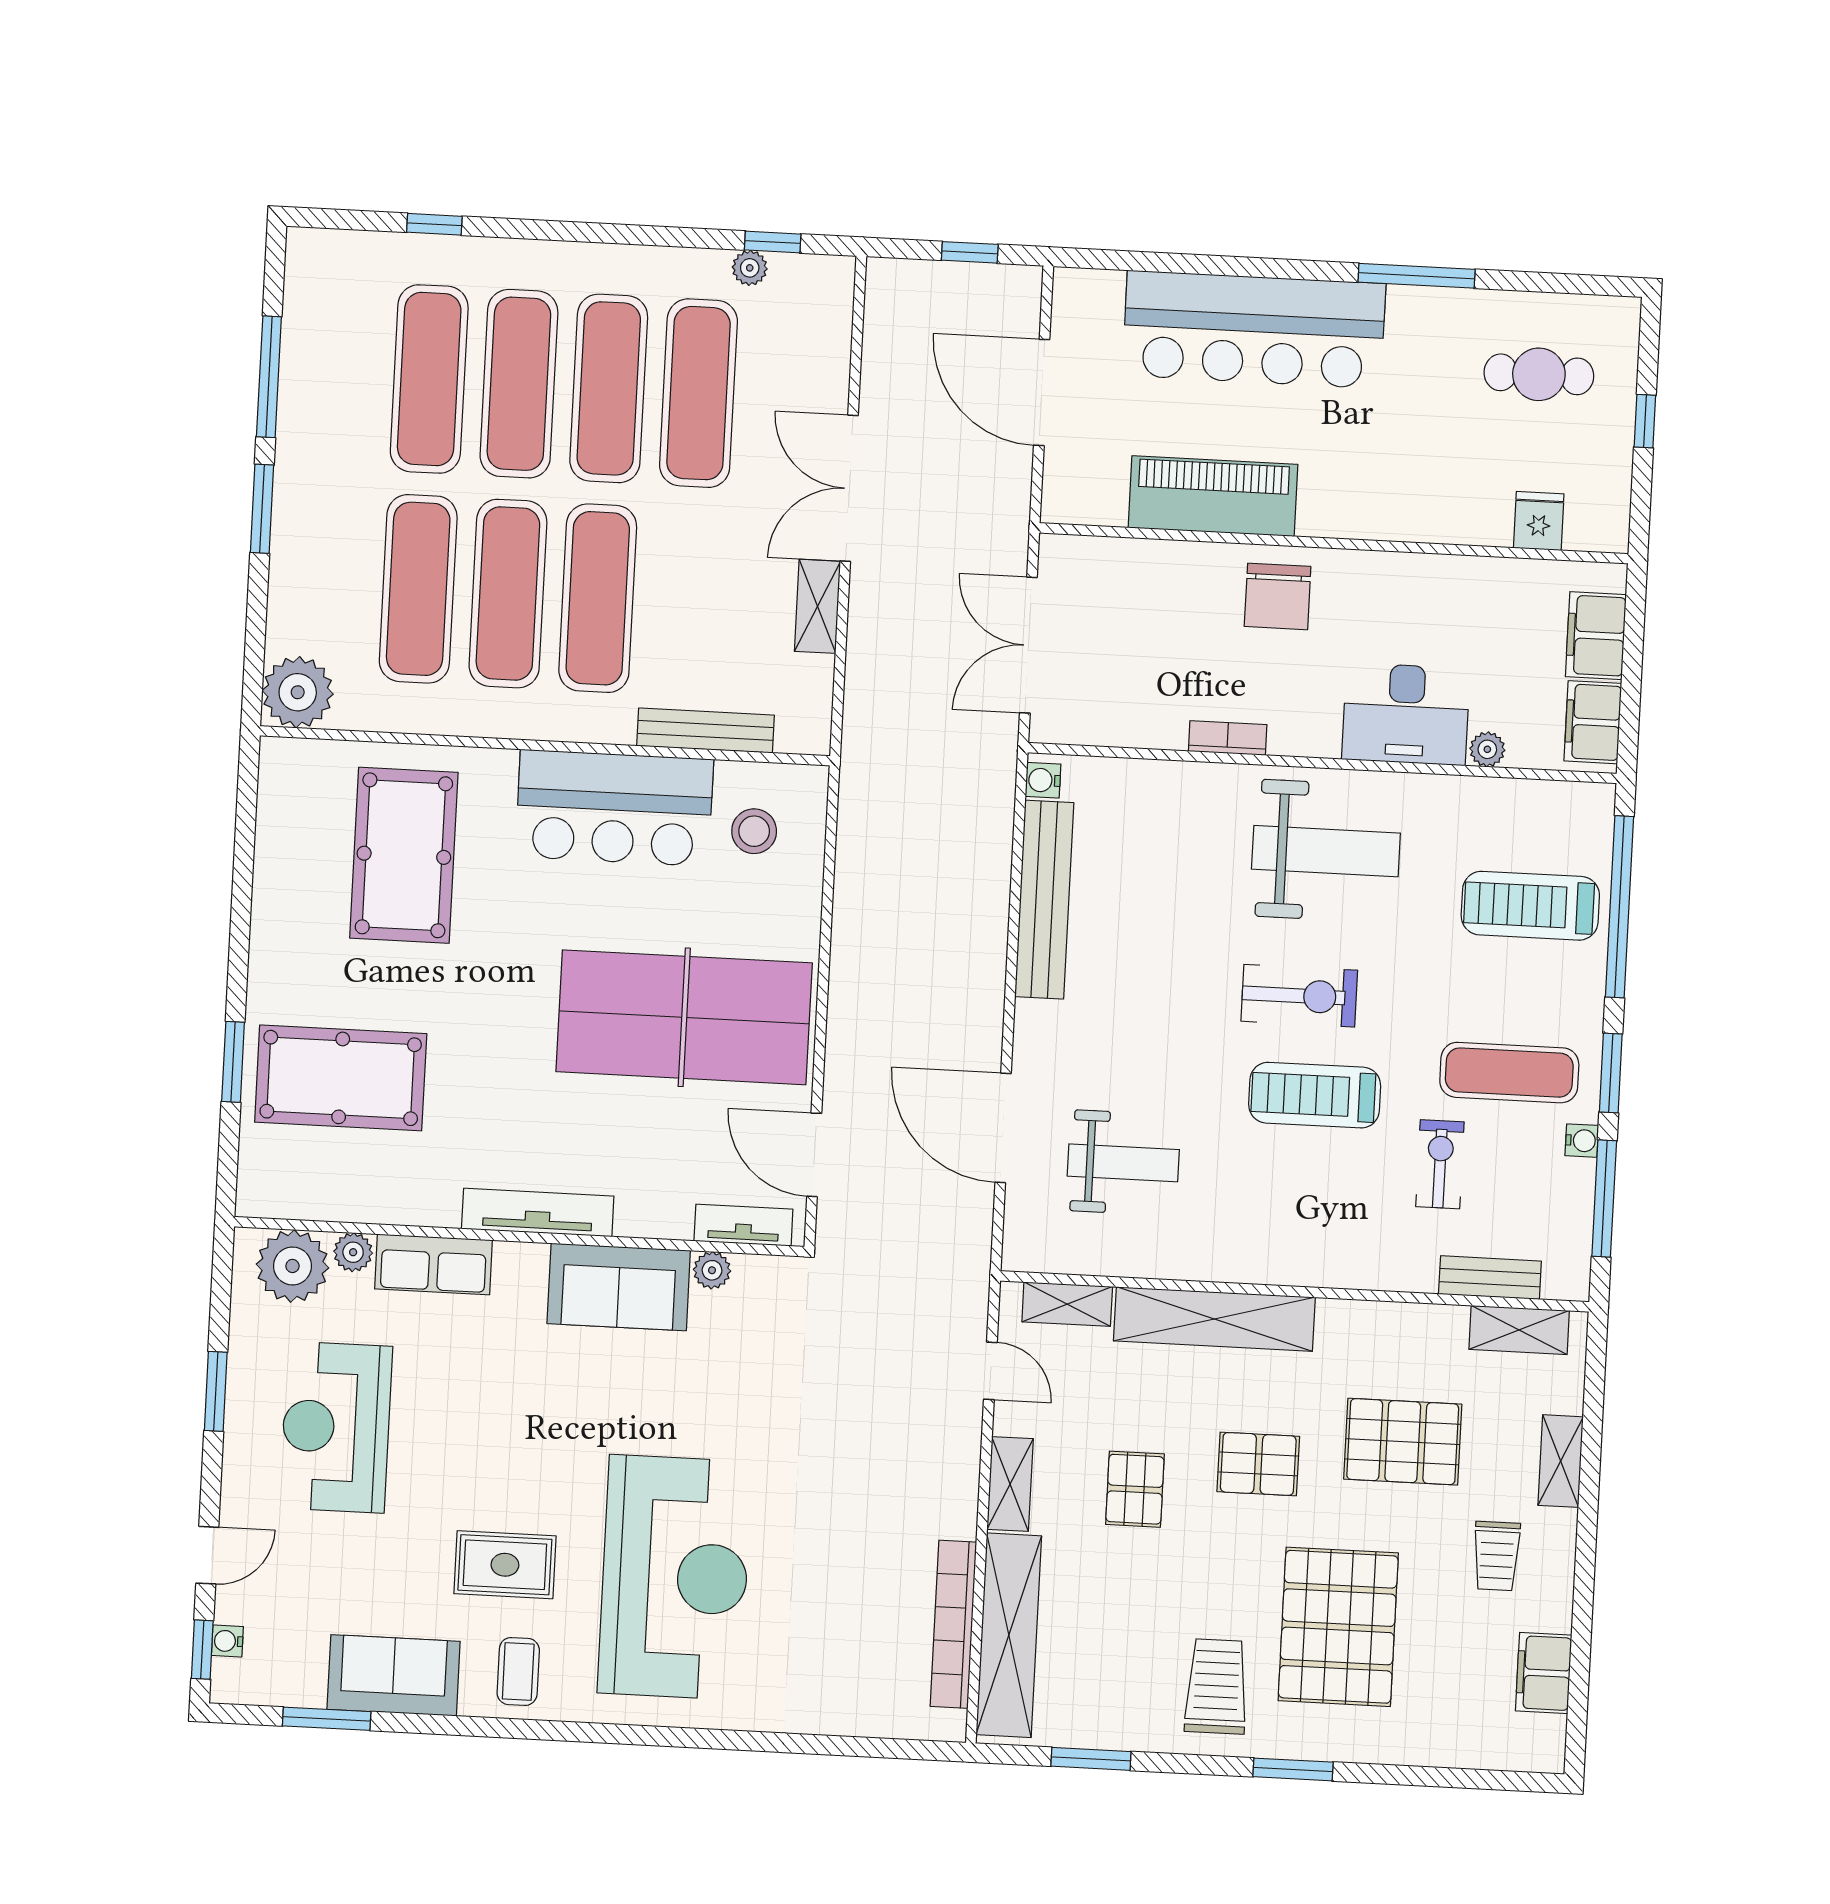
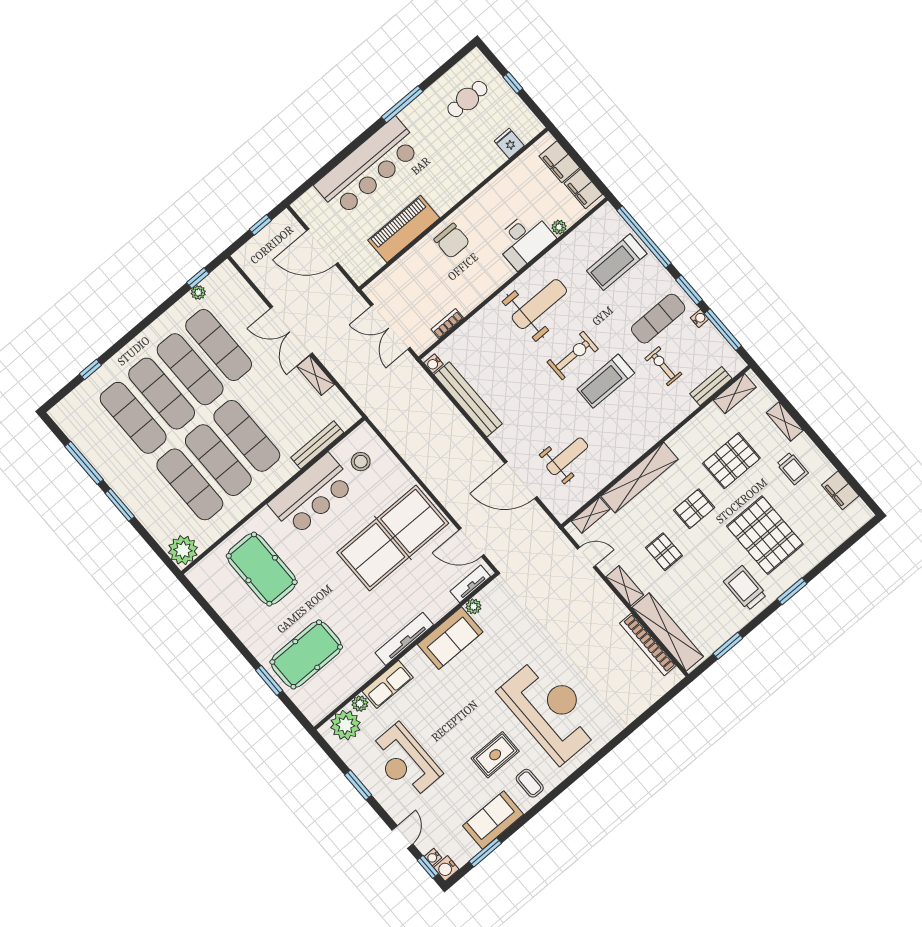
bookcase: (1228, 738) -> (447, 324), moved
water cooler: (232, 1682) -> (446, 868), added

